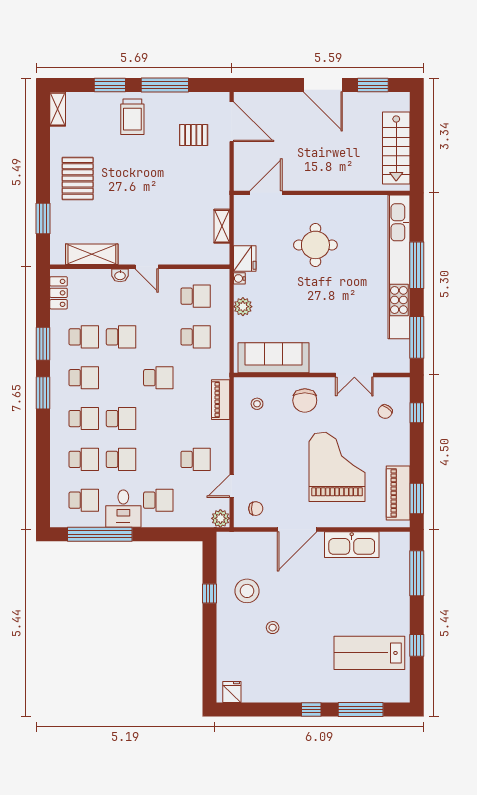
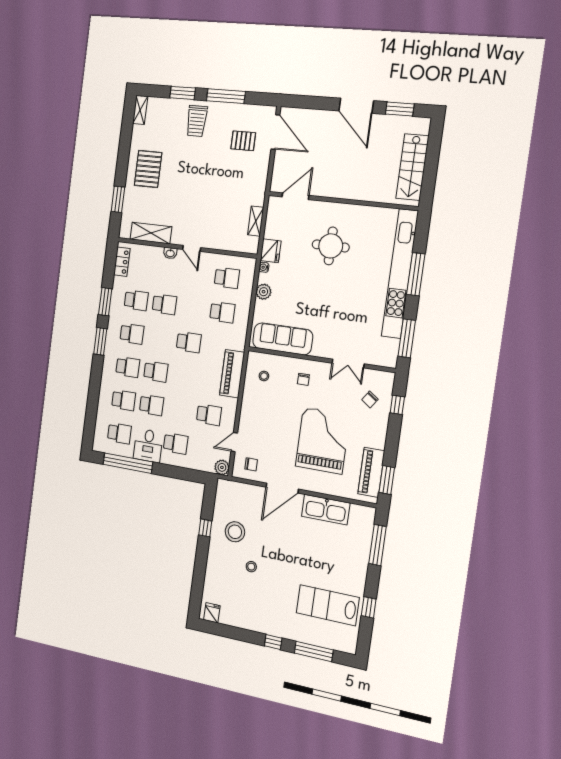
piano: (221, 400) -> (232, 374), width x1.37, depth x1.33
chair: (305, 400) -> (303, 379), width x0.54, depth x0.54

